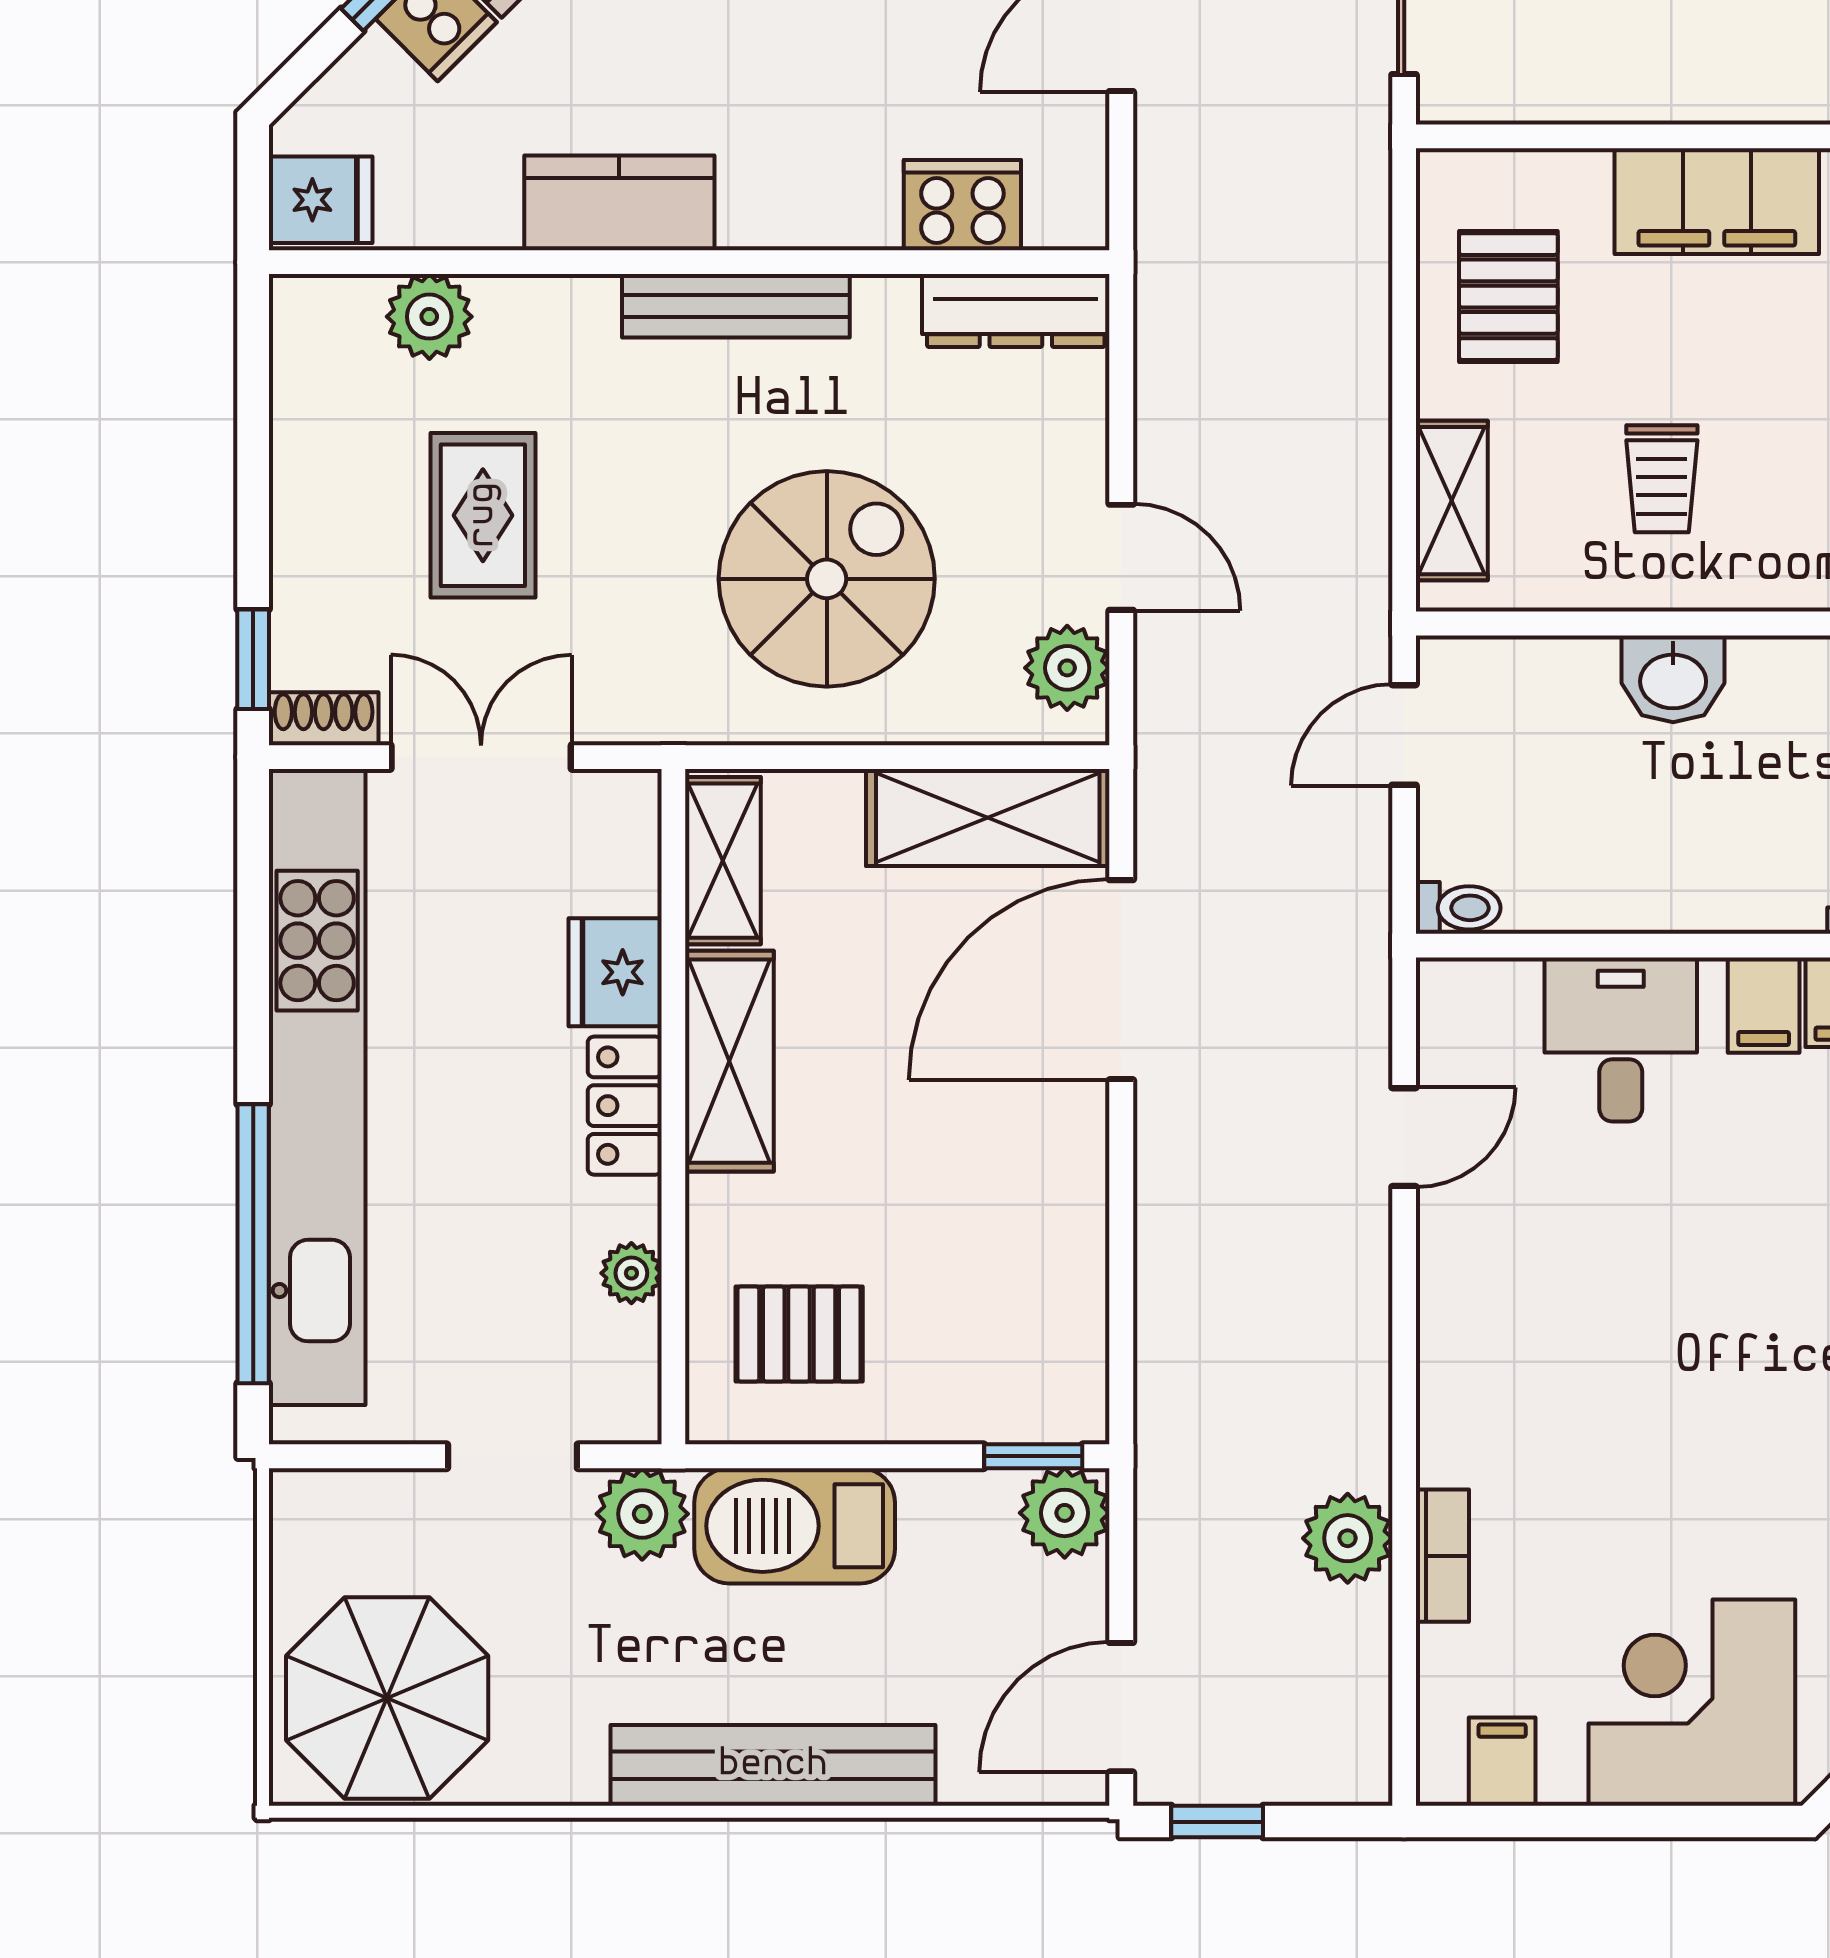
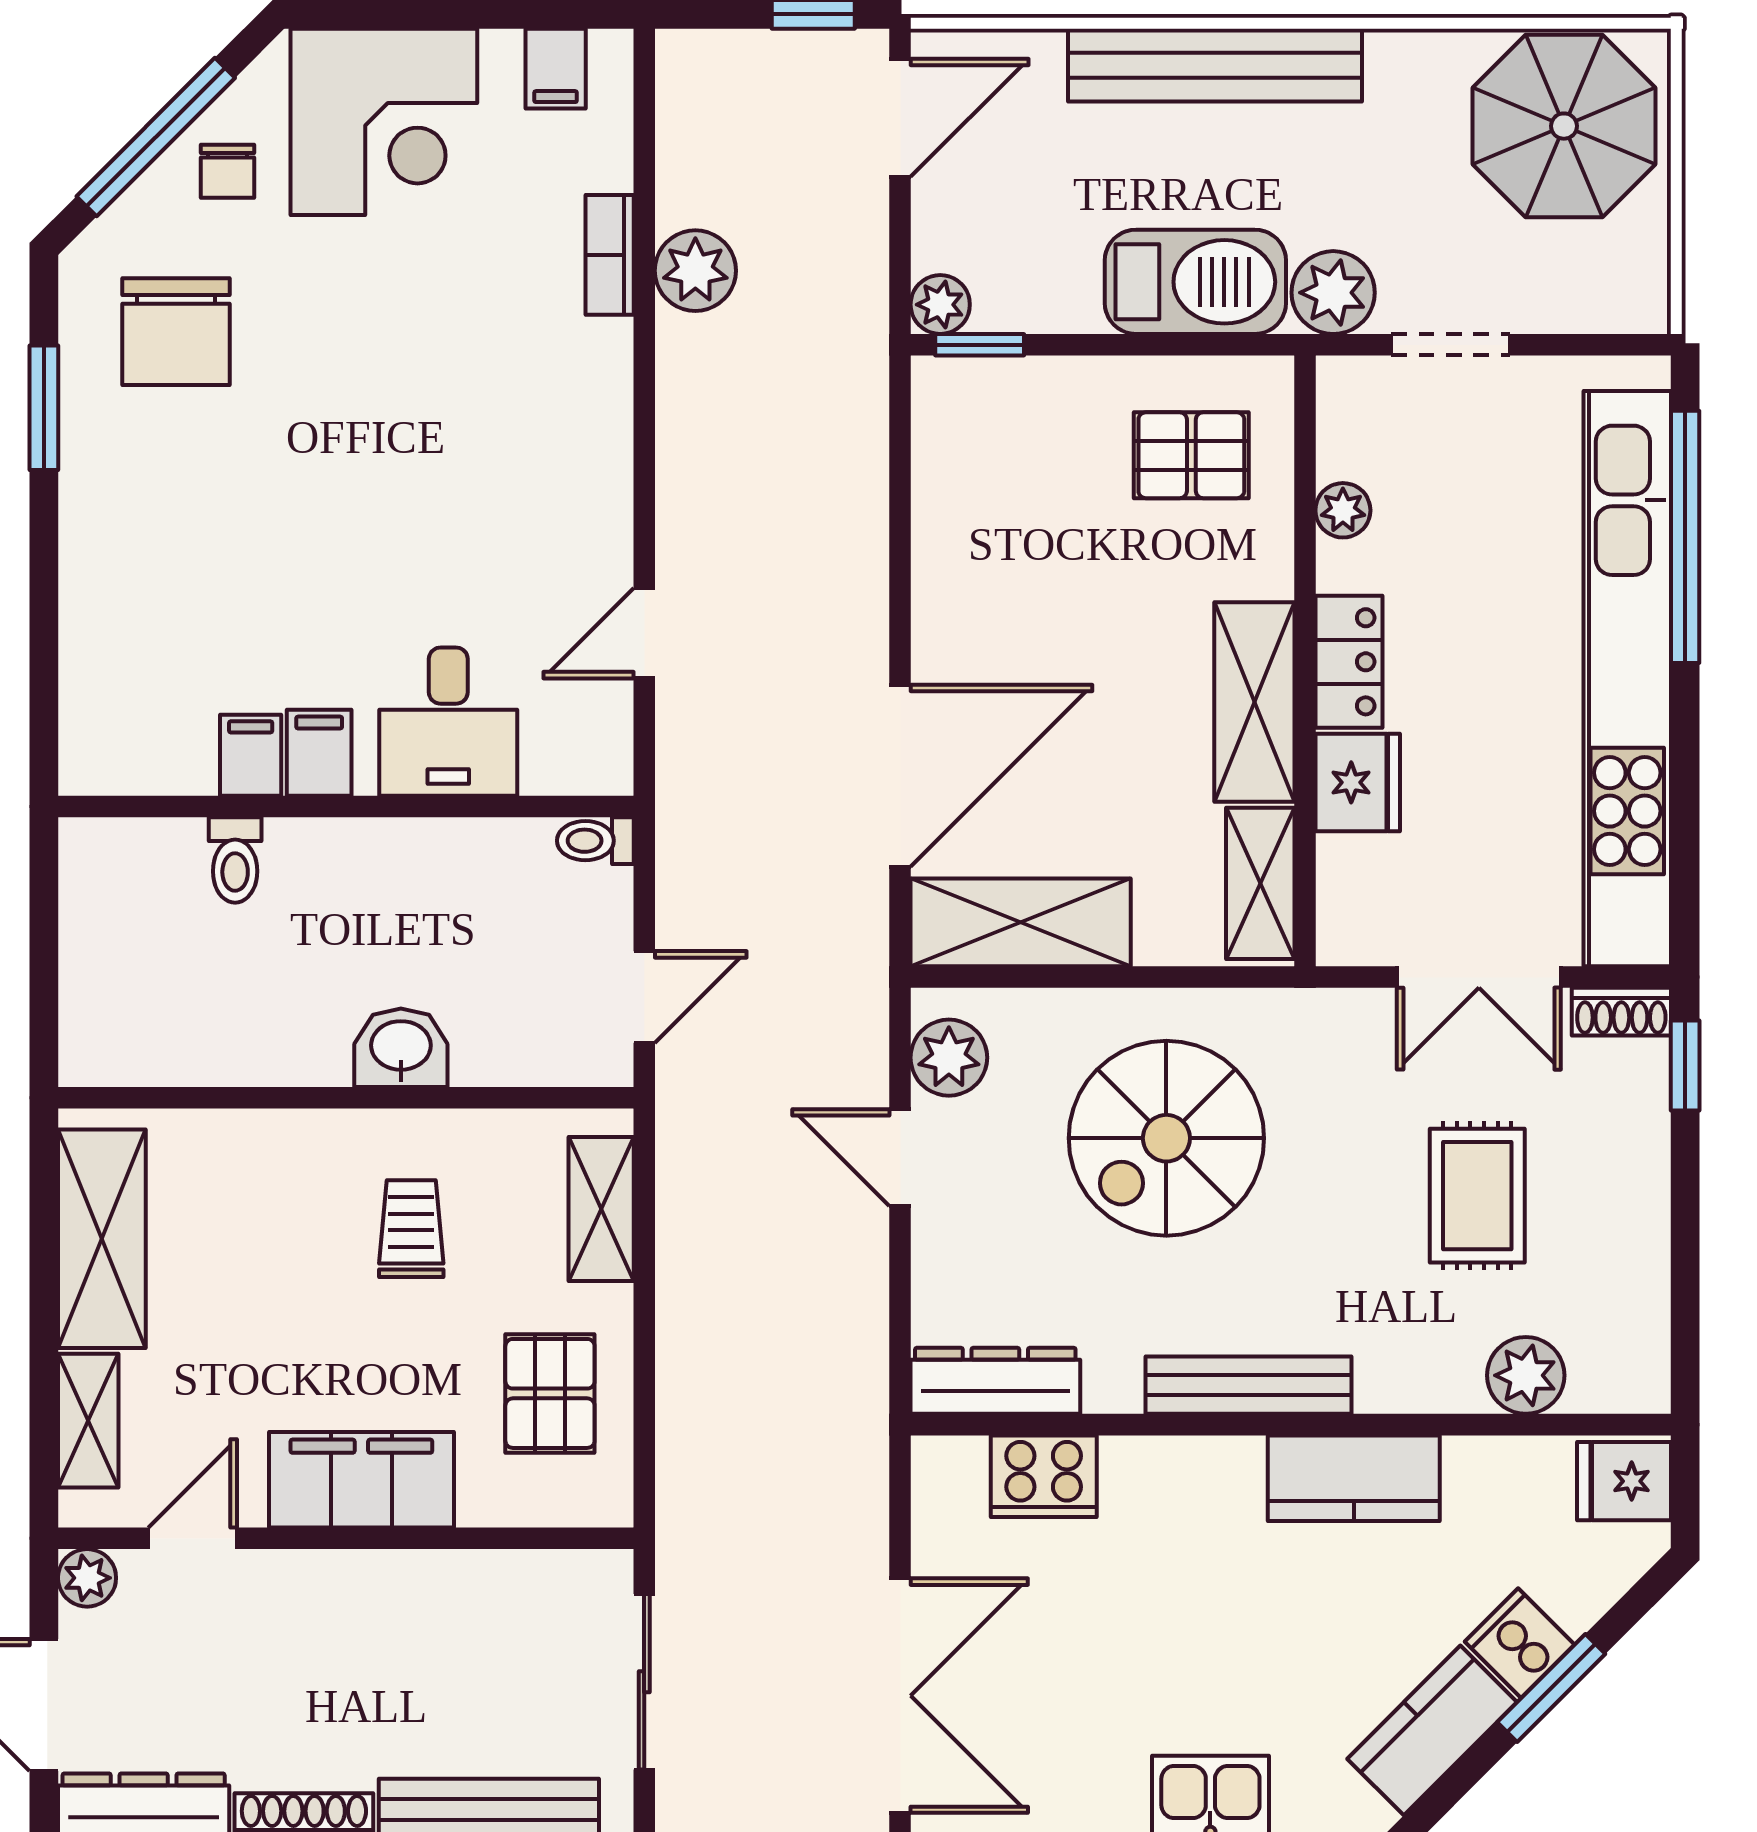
plant: (1065, 1513) -> (940, 305), width x0.73, depth x0.73

